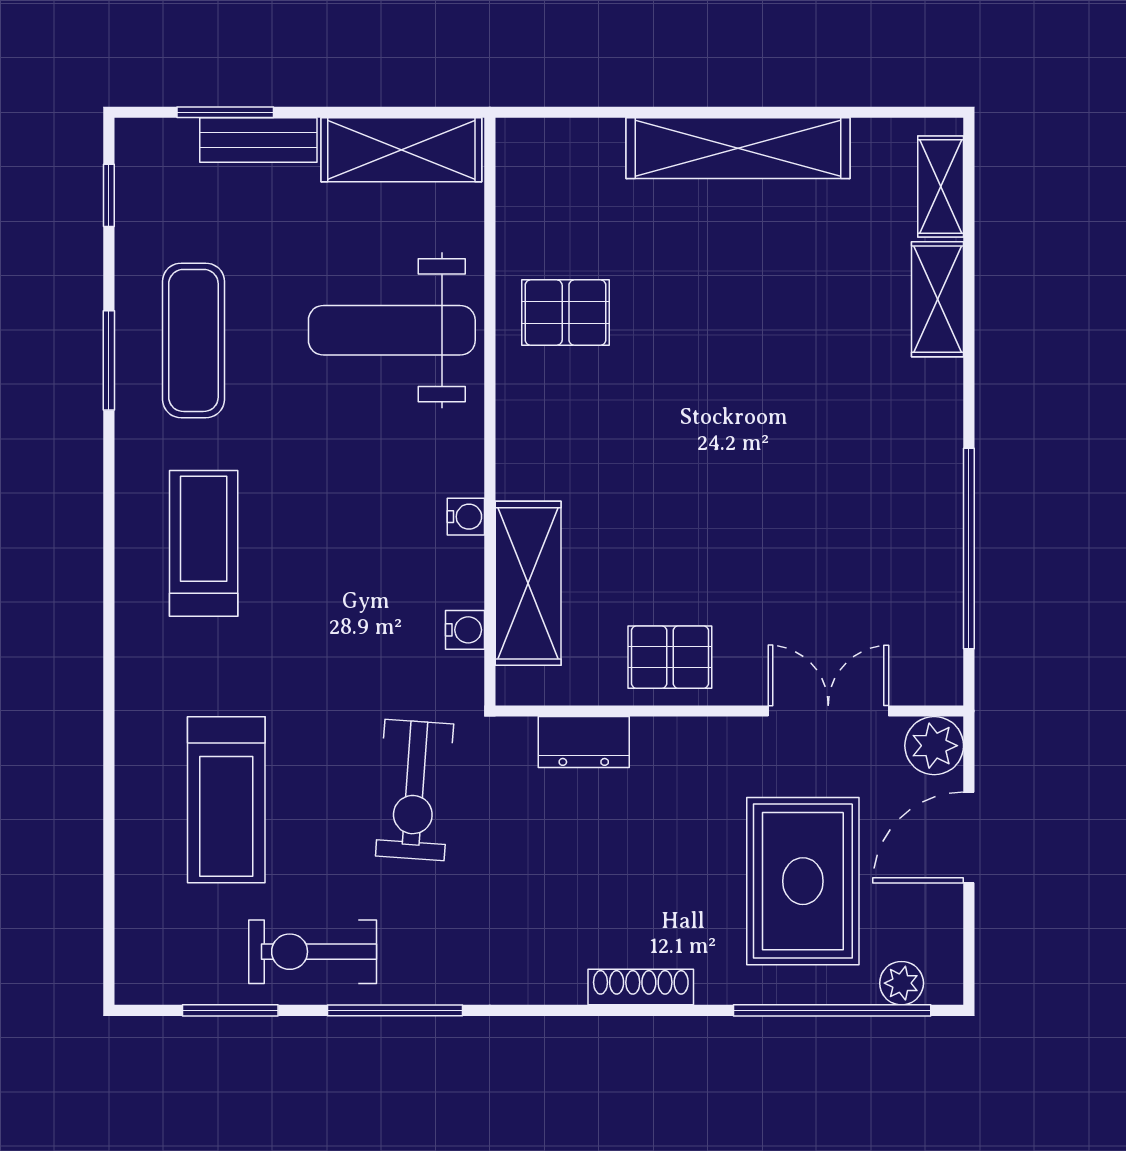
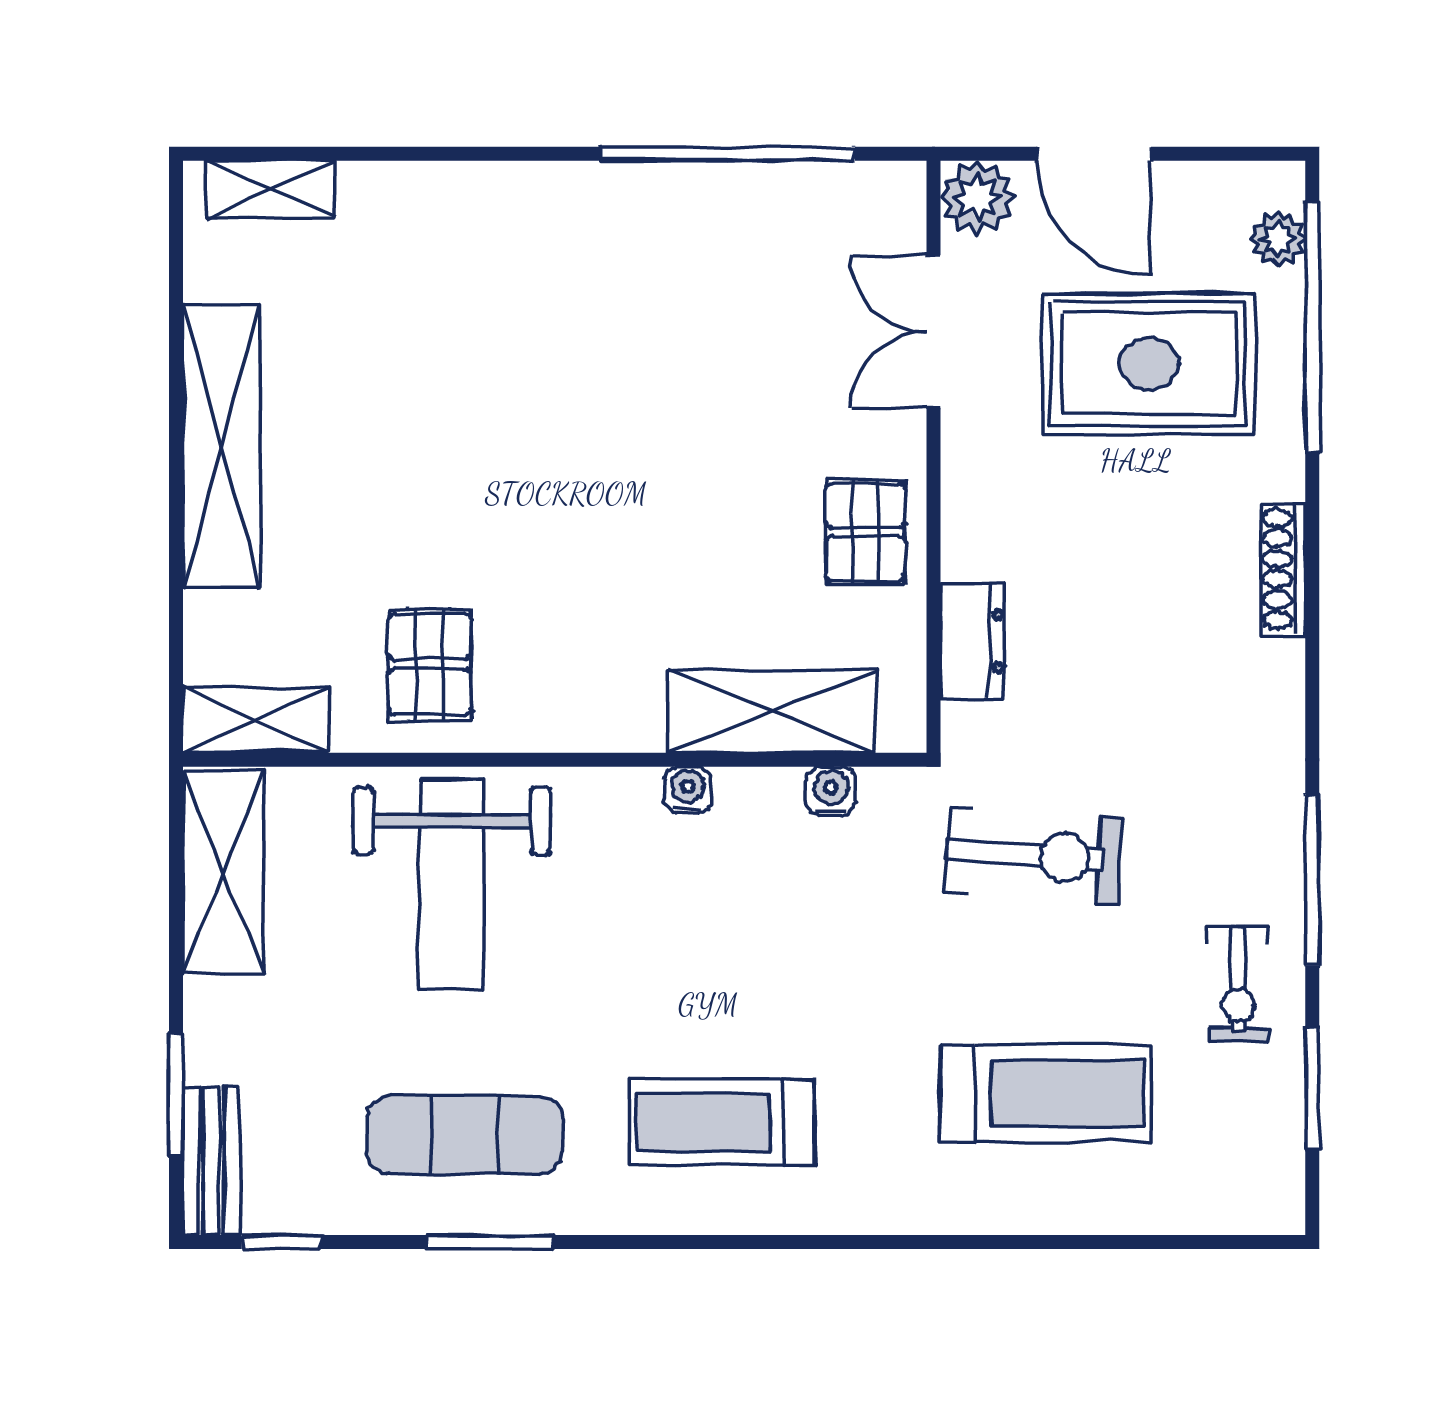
bench: (258, 140) -> (211, 1161), moved
shelving: (938, 299) -> (256, 720), moved
exercise bike: (313, 952) -> (1238, 984), width x0.73, depth x0.72

